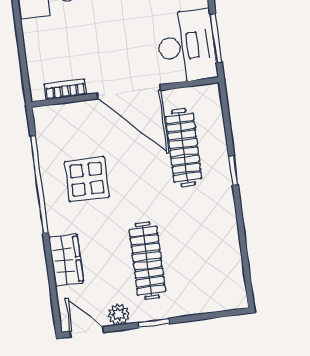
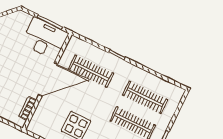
clothes rail: (198, 254) -> (145, 97), added

